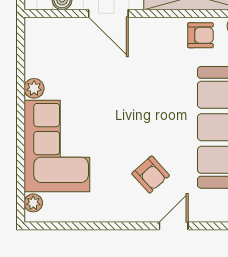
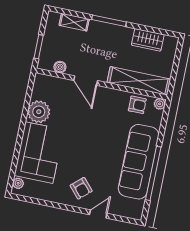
plant: (34, 88) -> (39, 112), width x1.88, depth x1.88
armchair: (151, 175) -> (81, 188), moved

